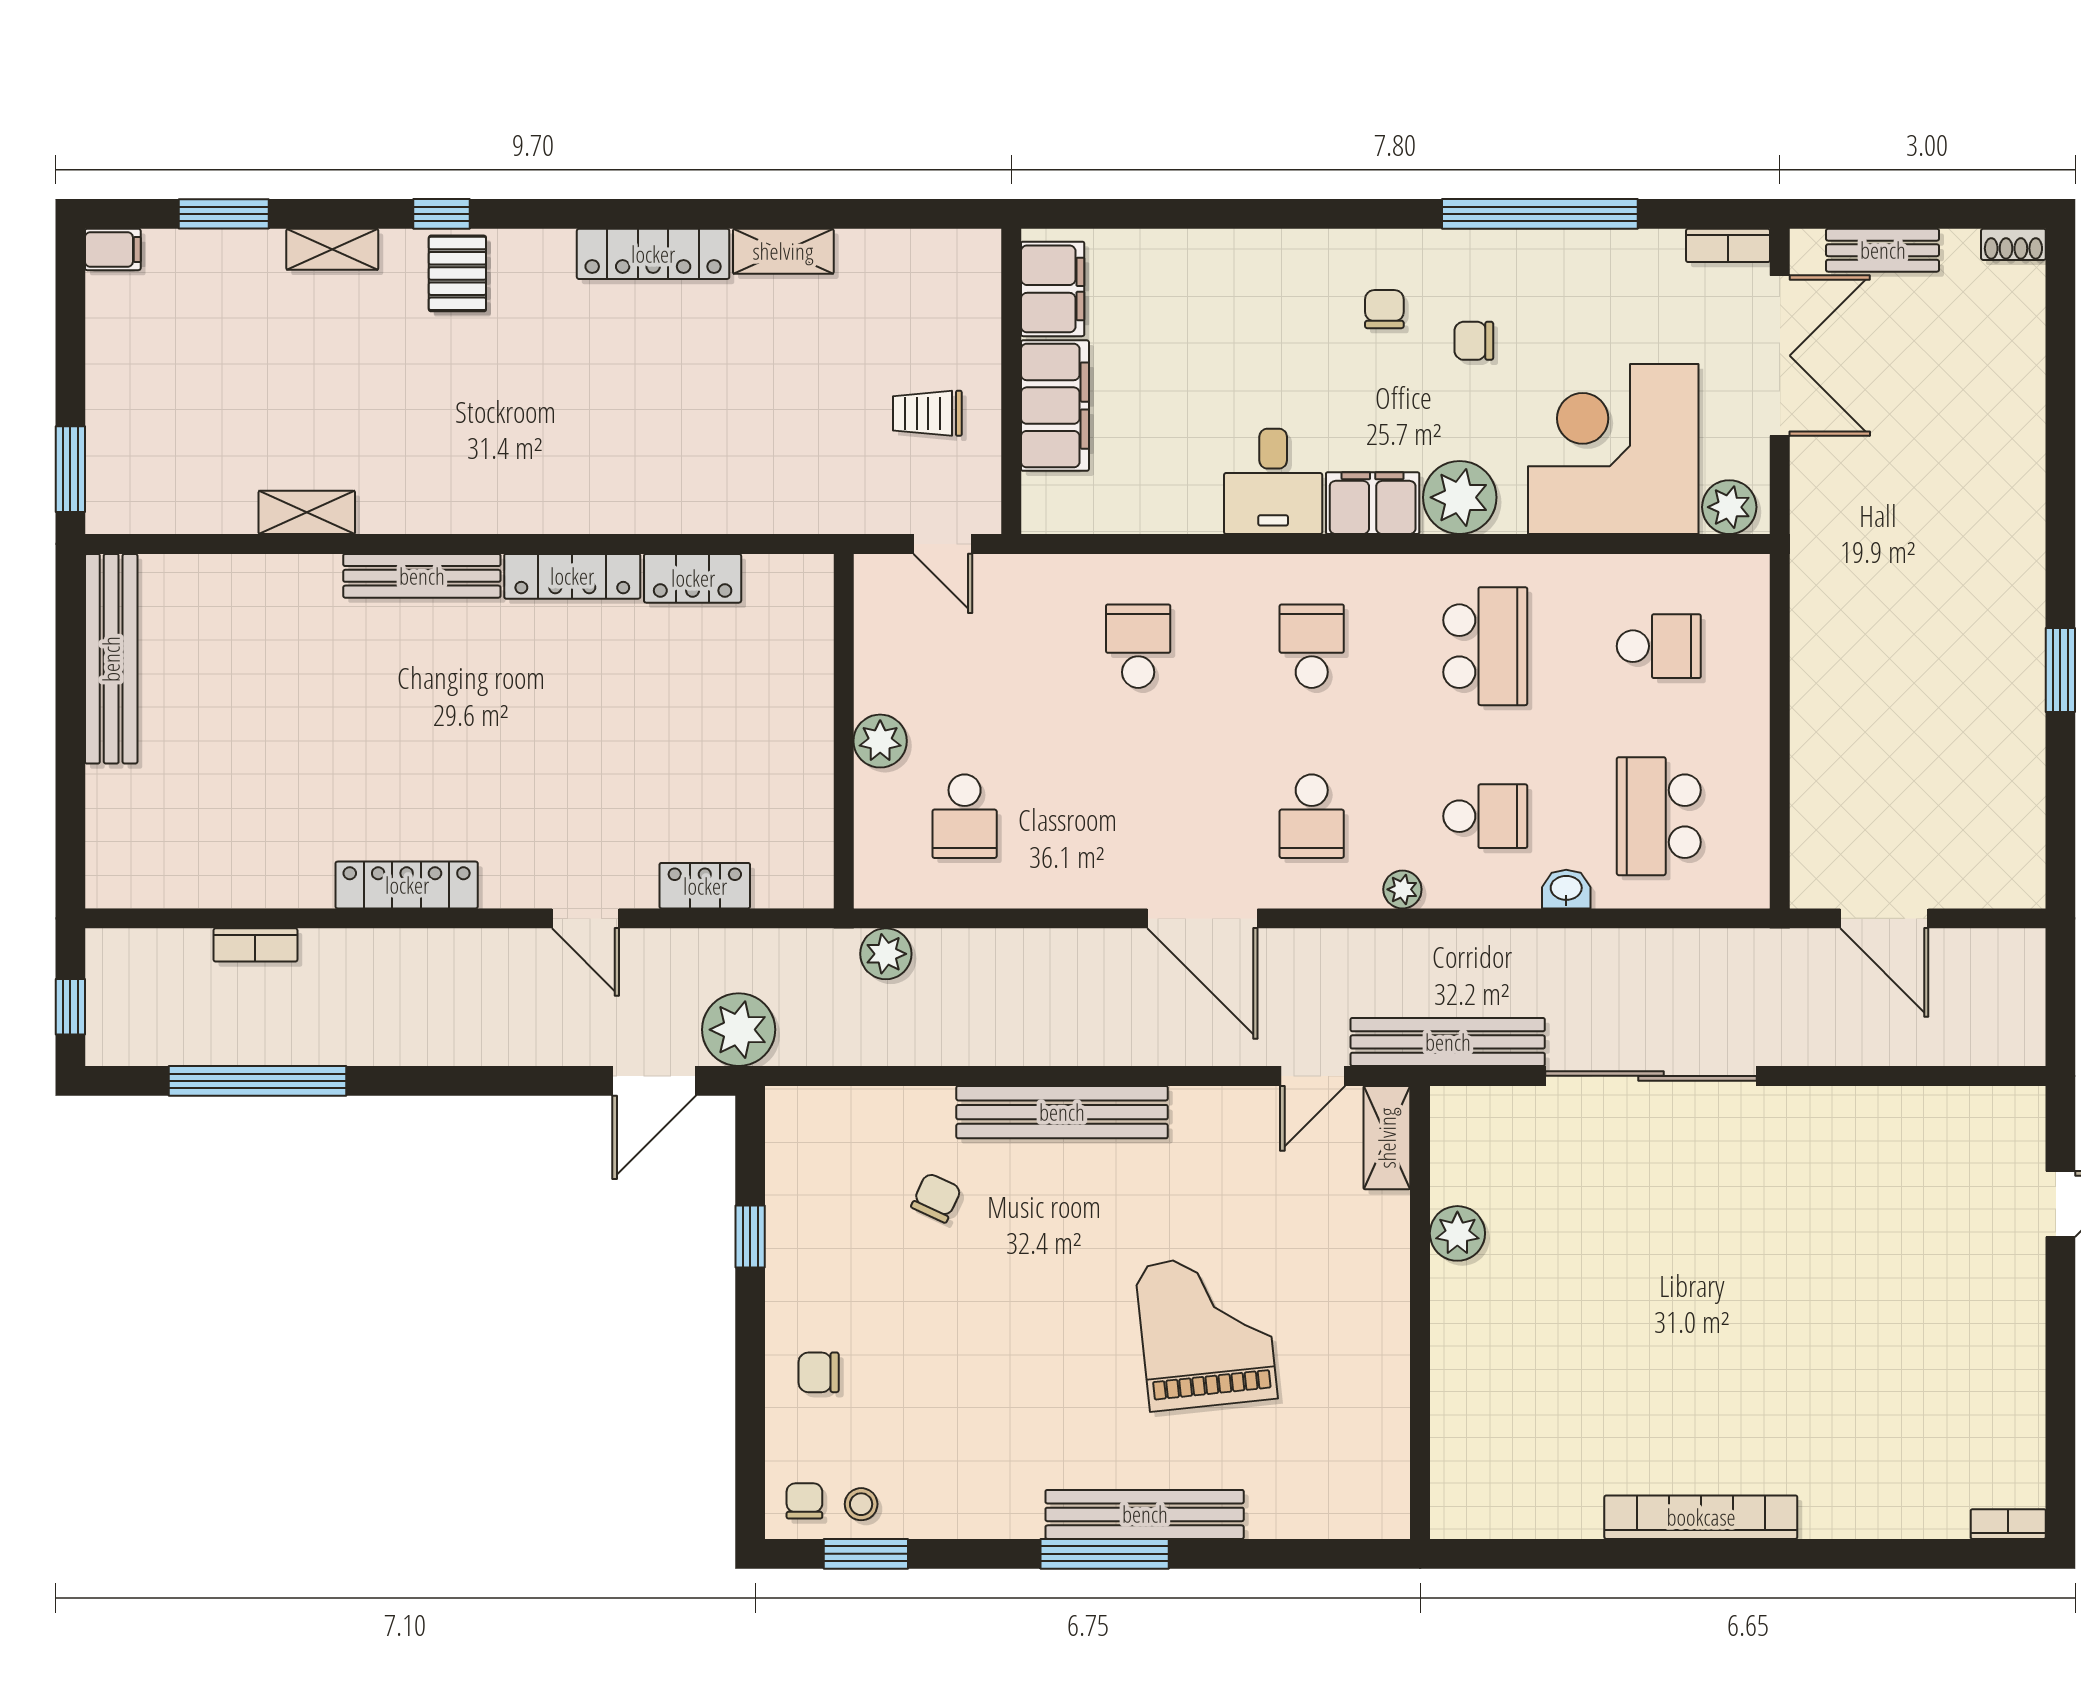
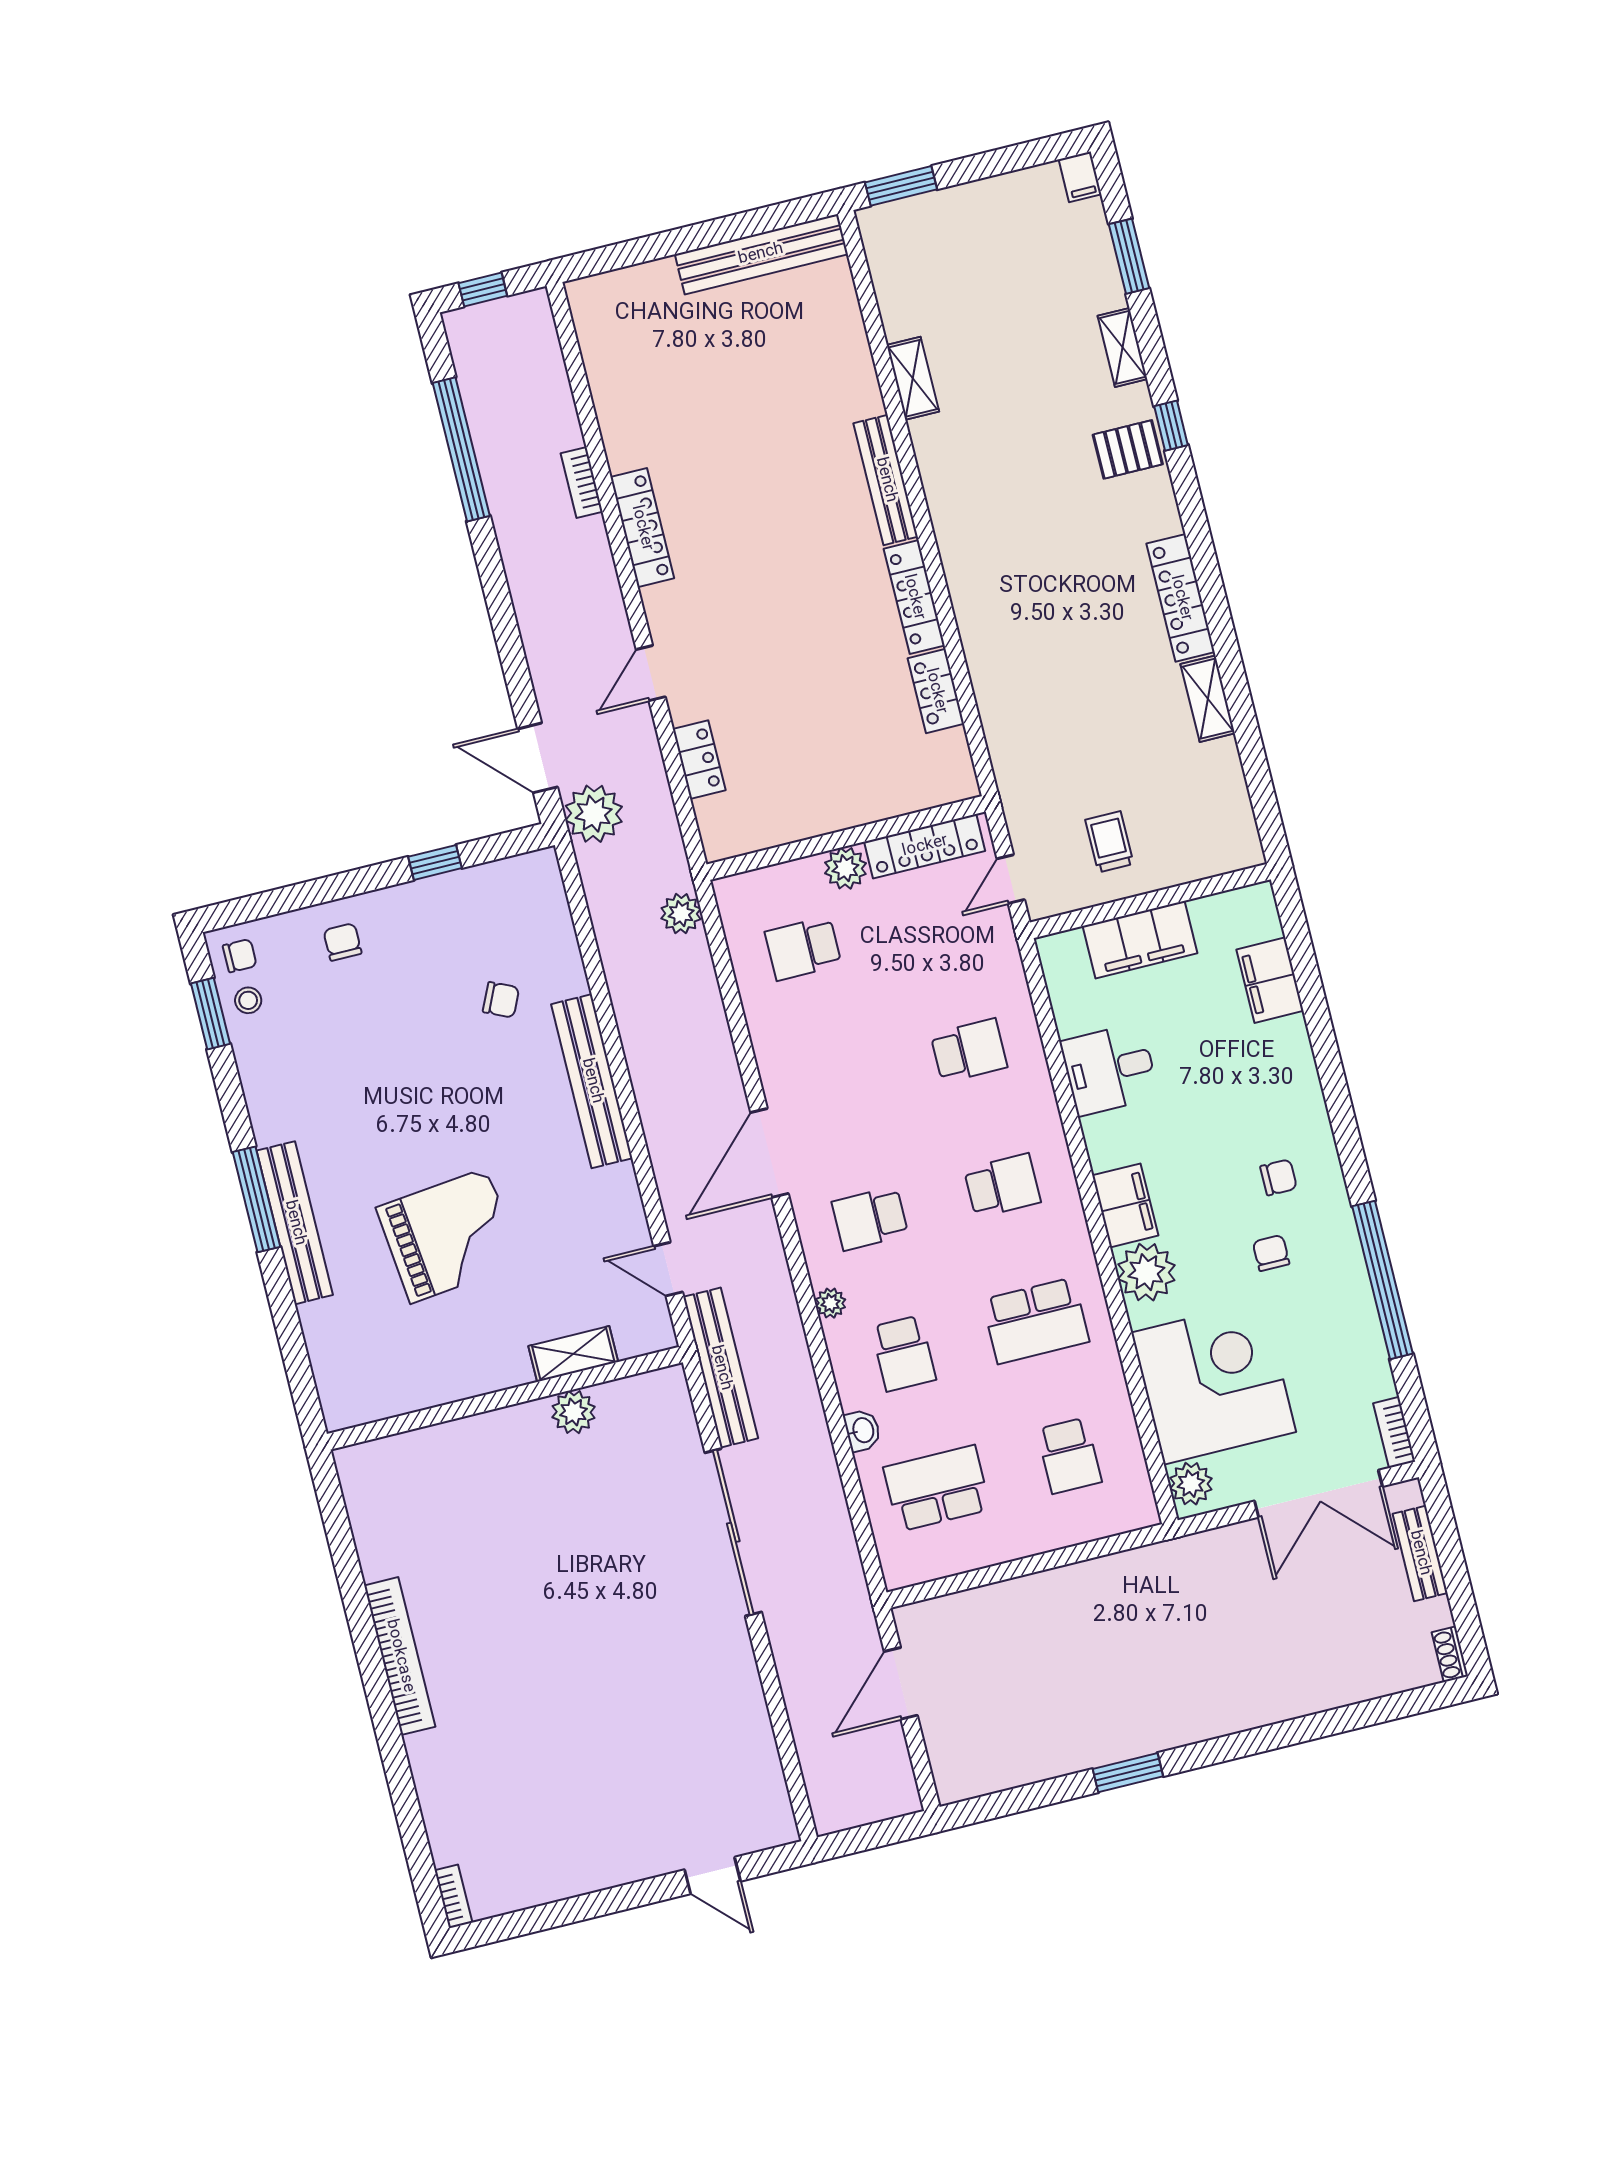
filing cabinet: (1053, 289) -> (1270, 980), moved, turned 90
desk: (1273, 481) -> (1110, 1069), moved
locker: (877, 639) -> (925, 846), added
bookcase: (255, 945) -> (582, 482), moved
shelving: (1387, 1138) -> (573, 1354), moved

